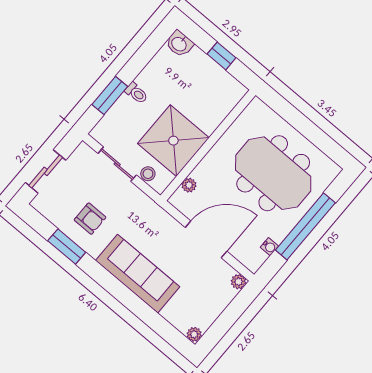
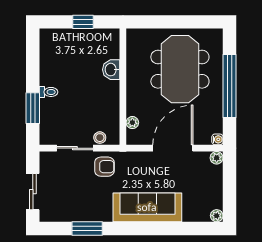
washbasin: (179, 44) -> (111, 70), moved, turned 90
shower: (173, 141) -> (98, 102), removed
meeting table: (273, 173) -> (180, 69), turned 90
armchair: (90, 219) -> (104, 167), moved
water cooler: (269, 247) -> (217, 139), moved

